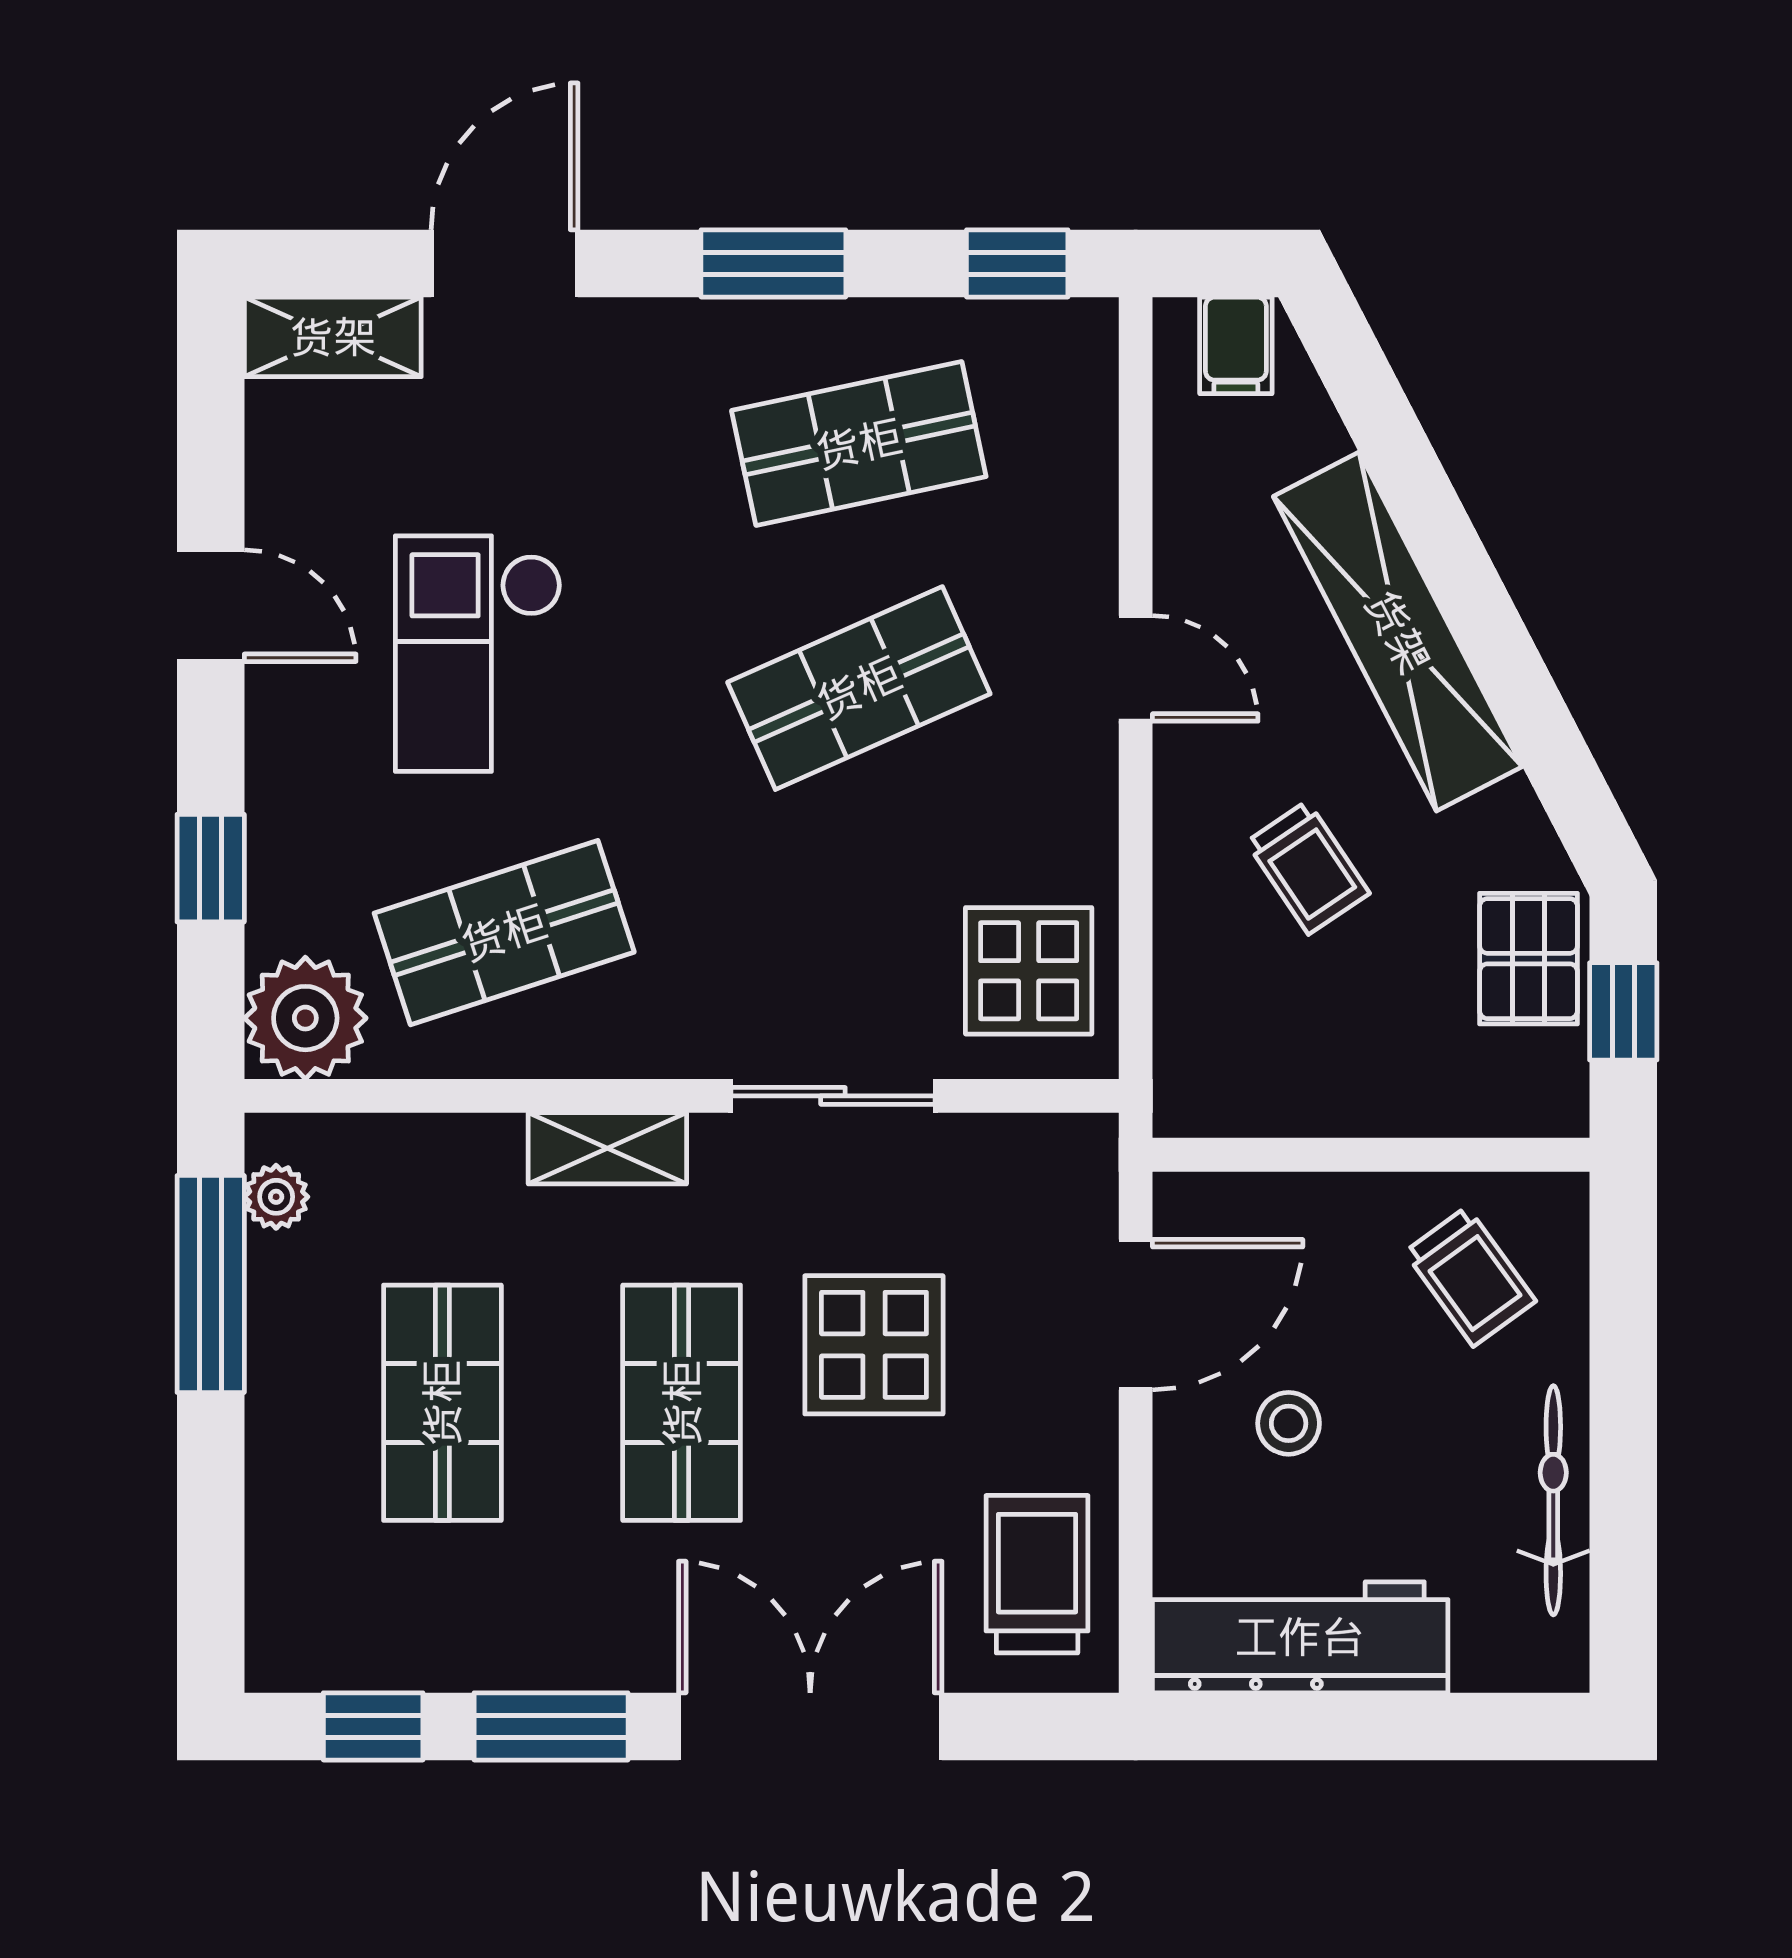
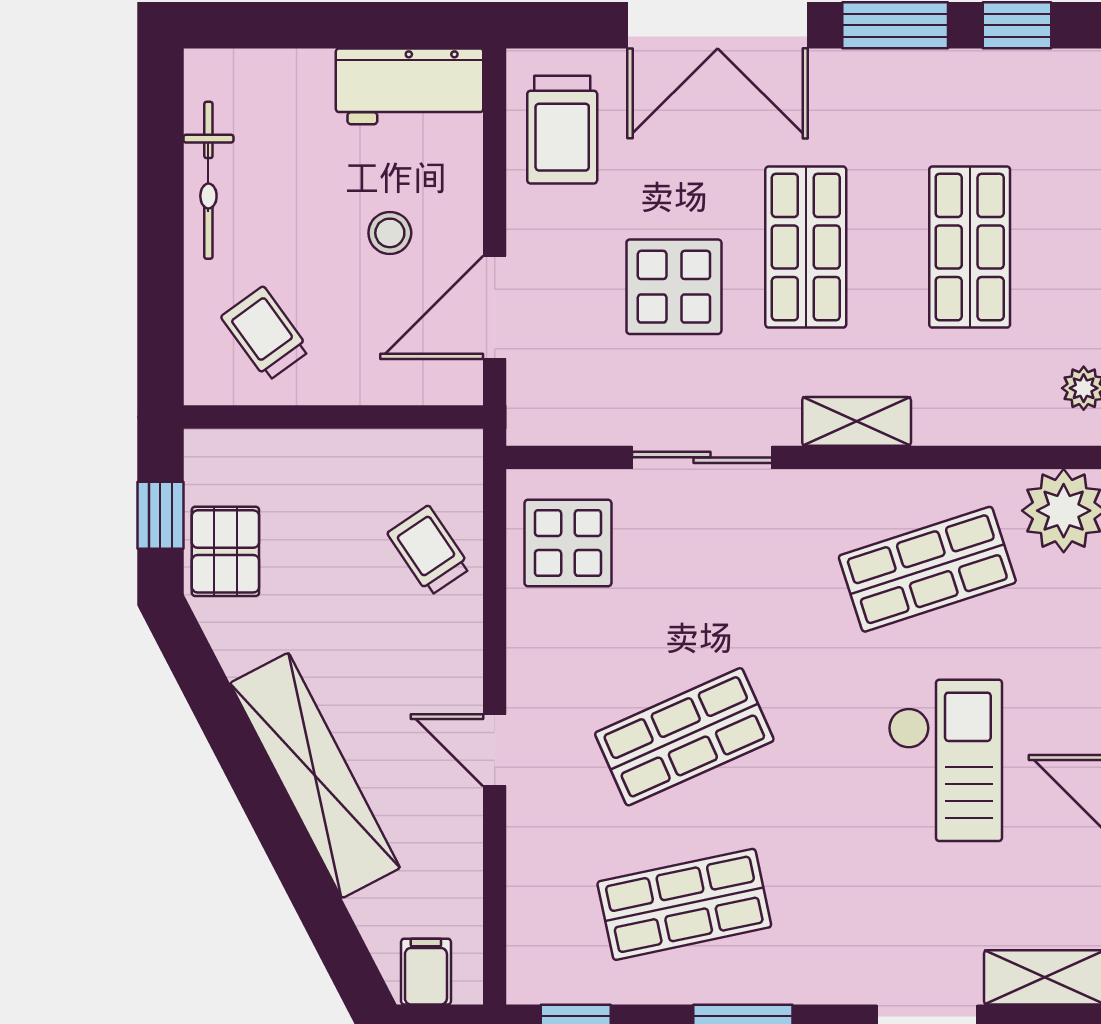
trolley: (1308, 868) -> (429, 550), moved
workbench: (1300, 1637) -> (410, 86), width x0.73

